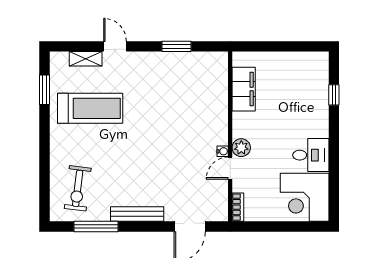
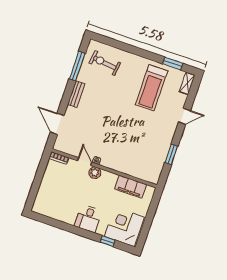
shelving: (86, 59) -> (187, 83), moved
desk: (311, 155) -> (88, 218), moved
corner desk: (305, 197) -> (124, 227), moved
bench: (137, 214) -> (76, 94), width x0.73

